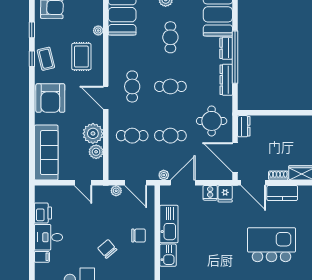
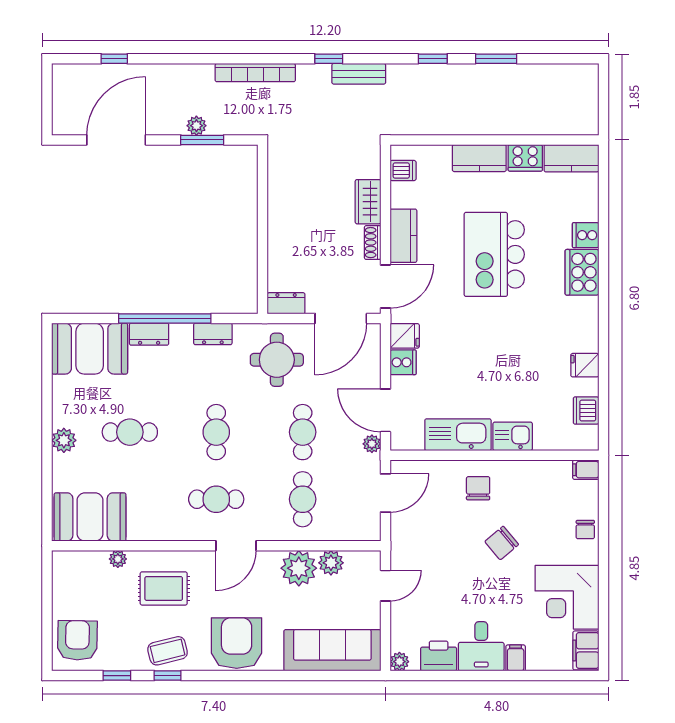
dresser: (226, 80) -> (213, 334), width x0.70
armchair: (50, 98) -> (237, 643), turned -90
plant: (116, 191) -> (399, 662), moved

